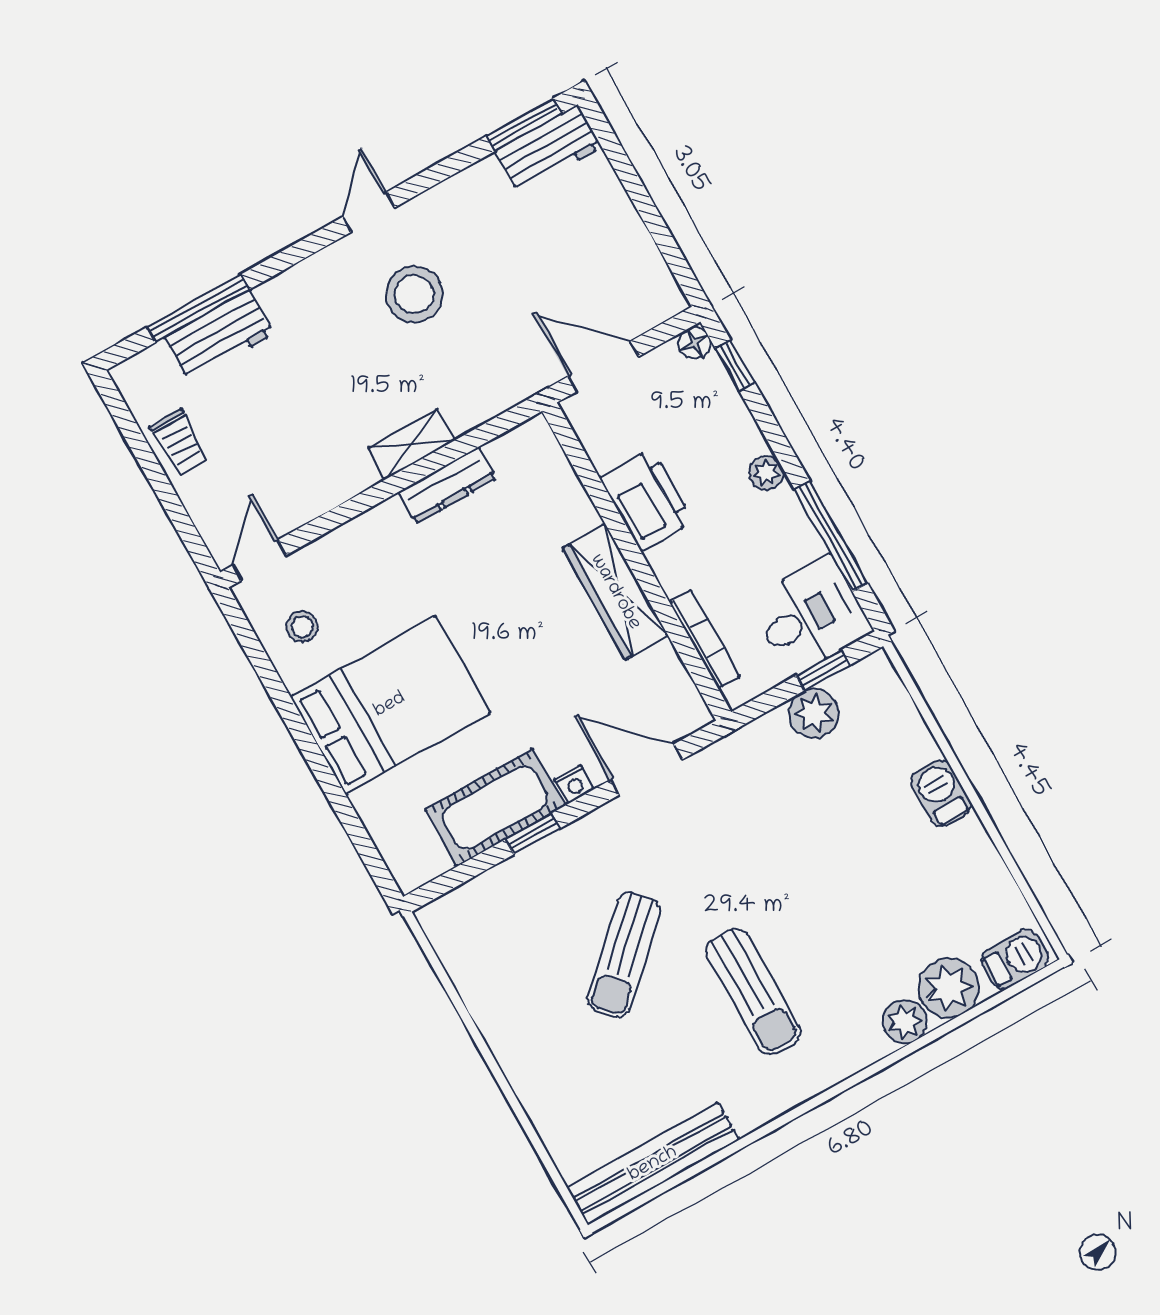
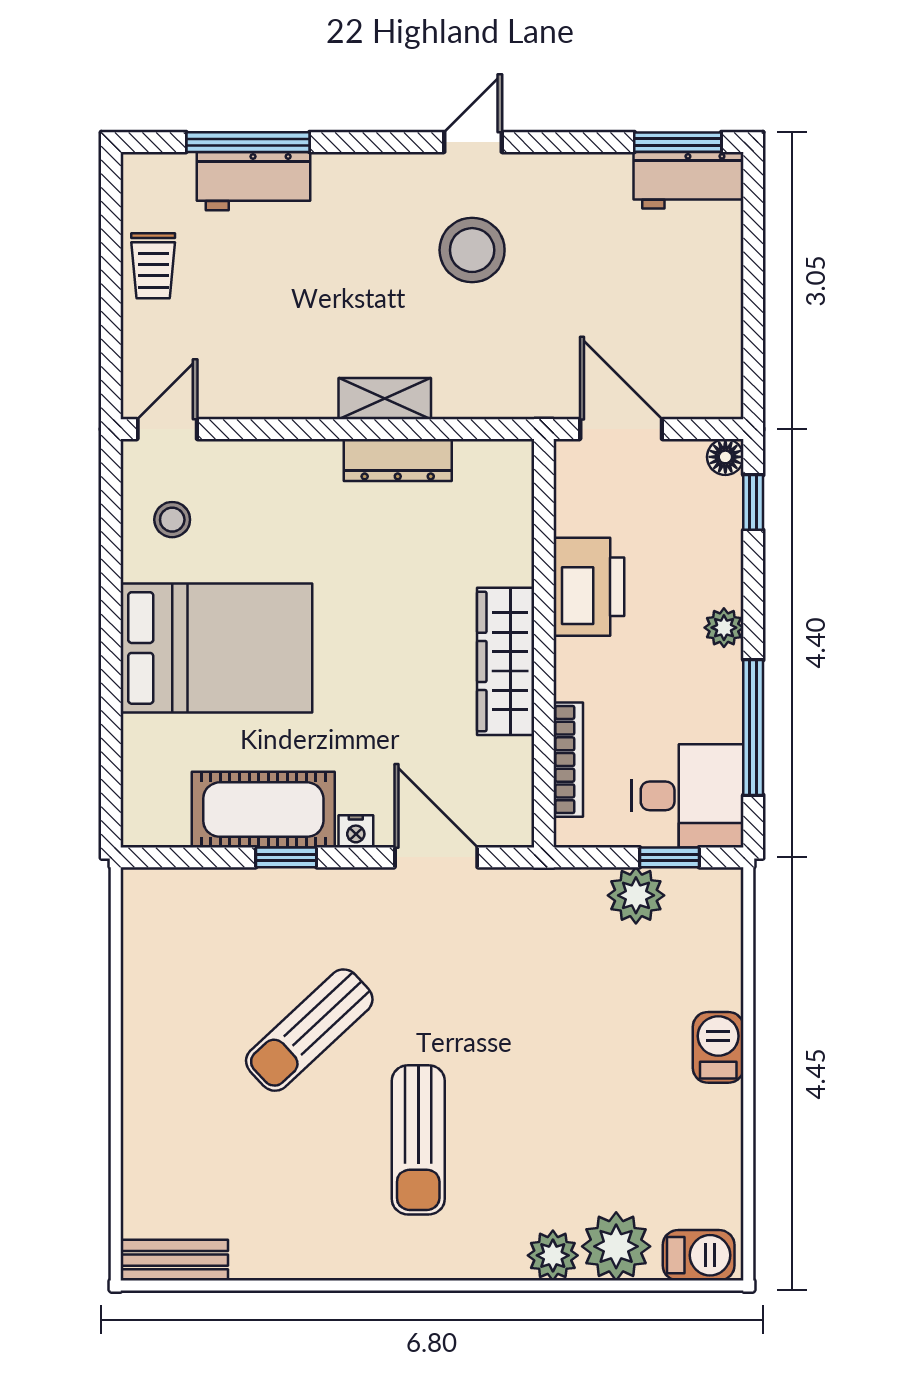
bench: (653, 1164) -> (174, 1260), width x0.54, depth x0.82

